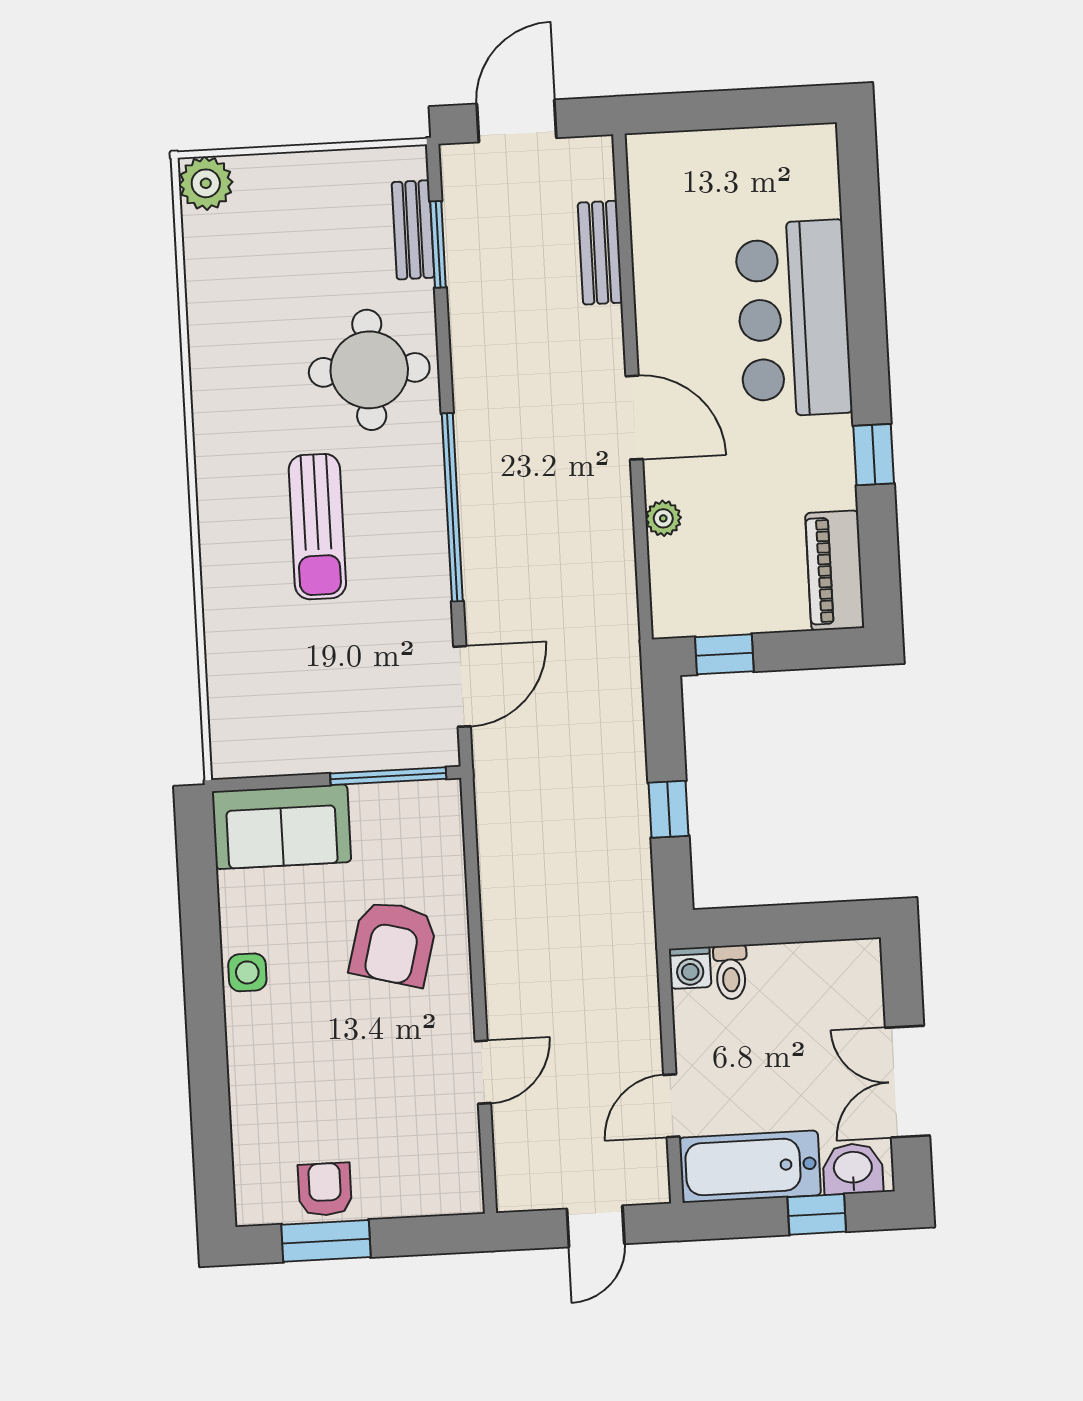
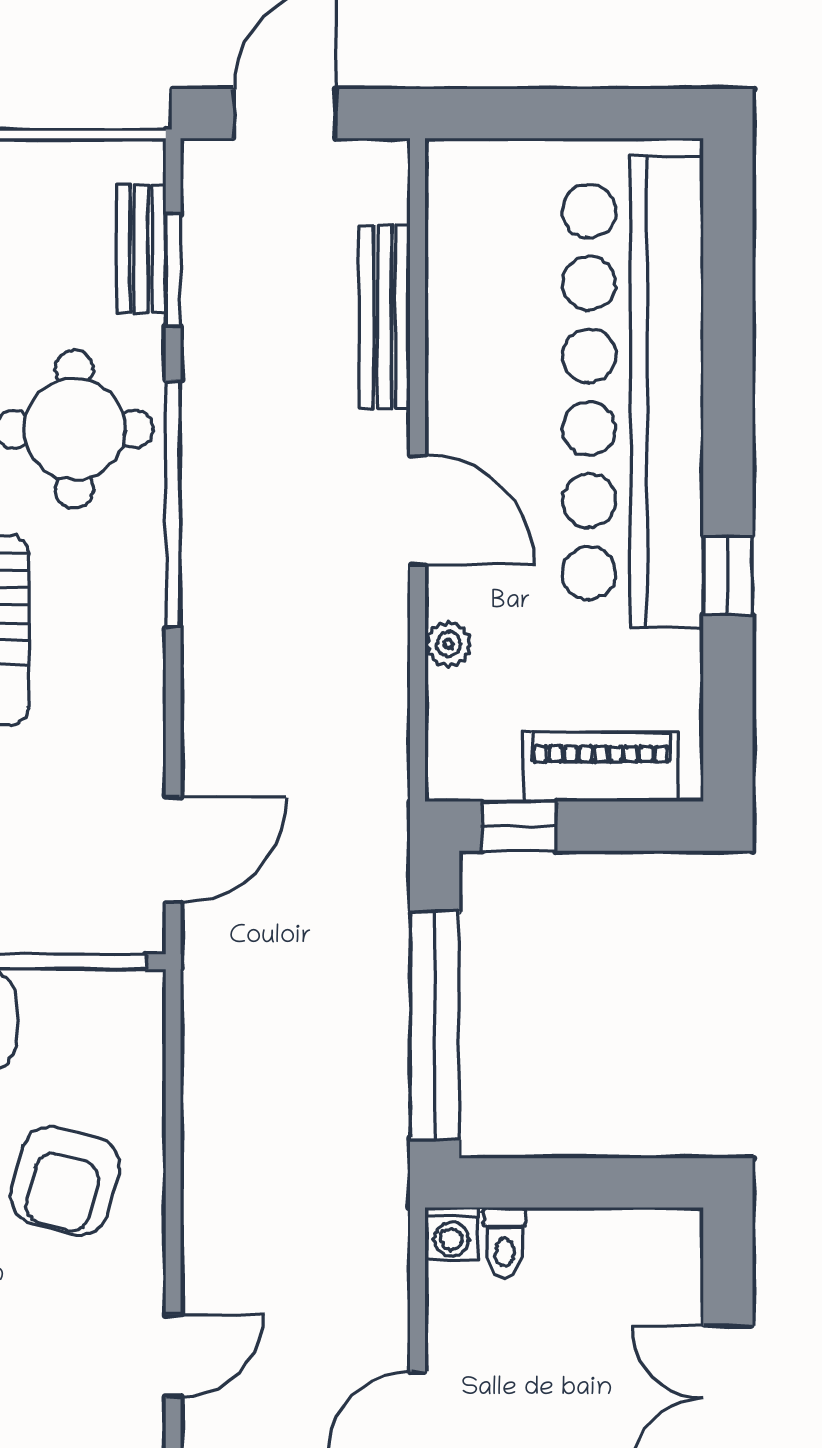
bench: (600, 253) -> (385, 316), width x1.36
bar counter: (794, 319) -> (633, 392), width x1.86
window: (452, 507) -> (173, 504), moved
piano: (835, 570) -> (601, 767), moved, turned 90
window: (669, 809) -> (435, 1025), width x3.17

